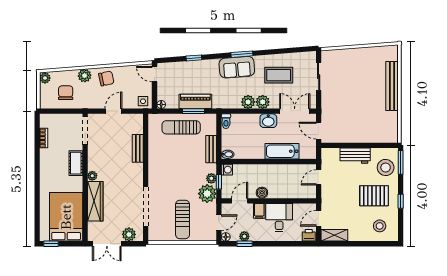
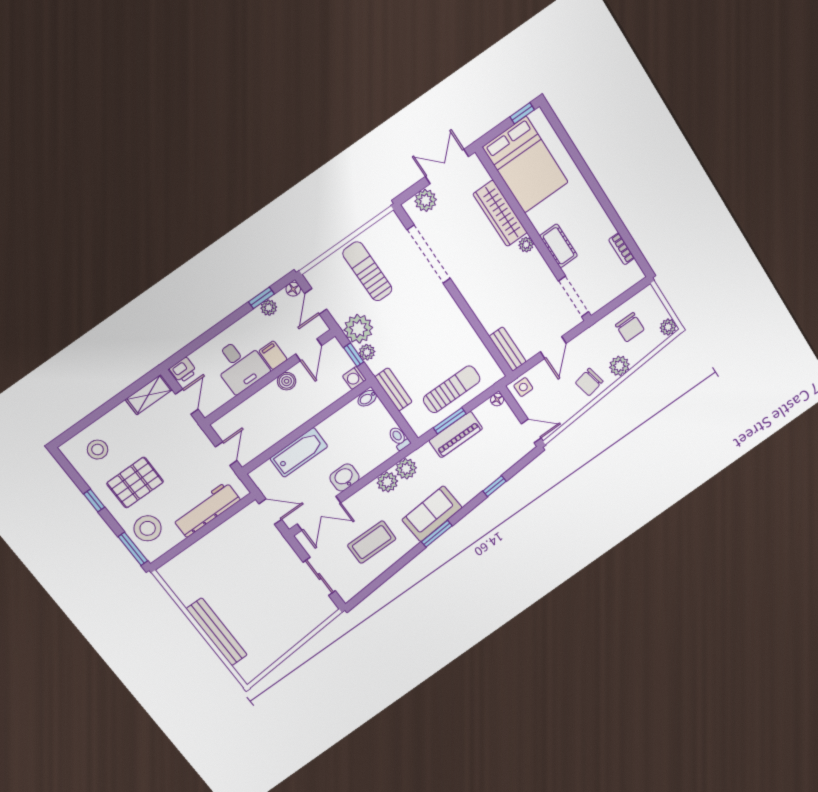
plant: (263, 102) -> (406, 469), moved
bench: (138, 148) -> (508, 349), moved
workbench: (355, 156) -> (207, 510), width x1.38

